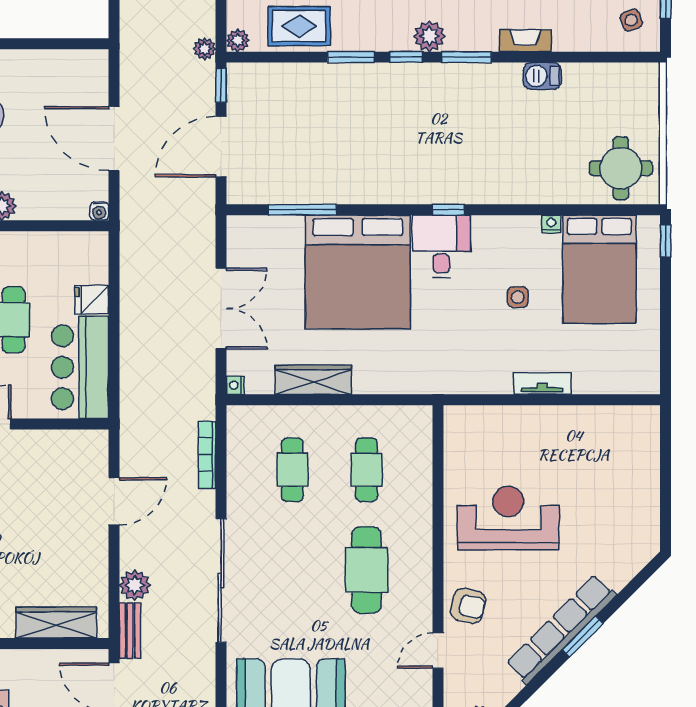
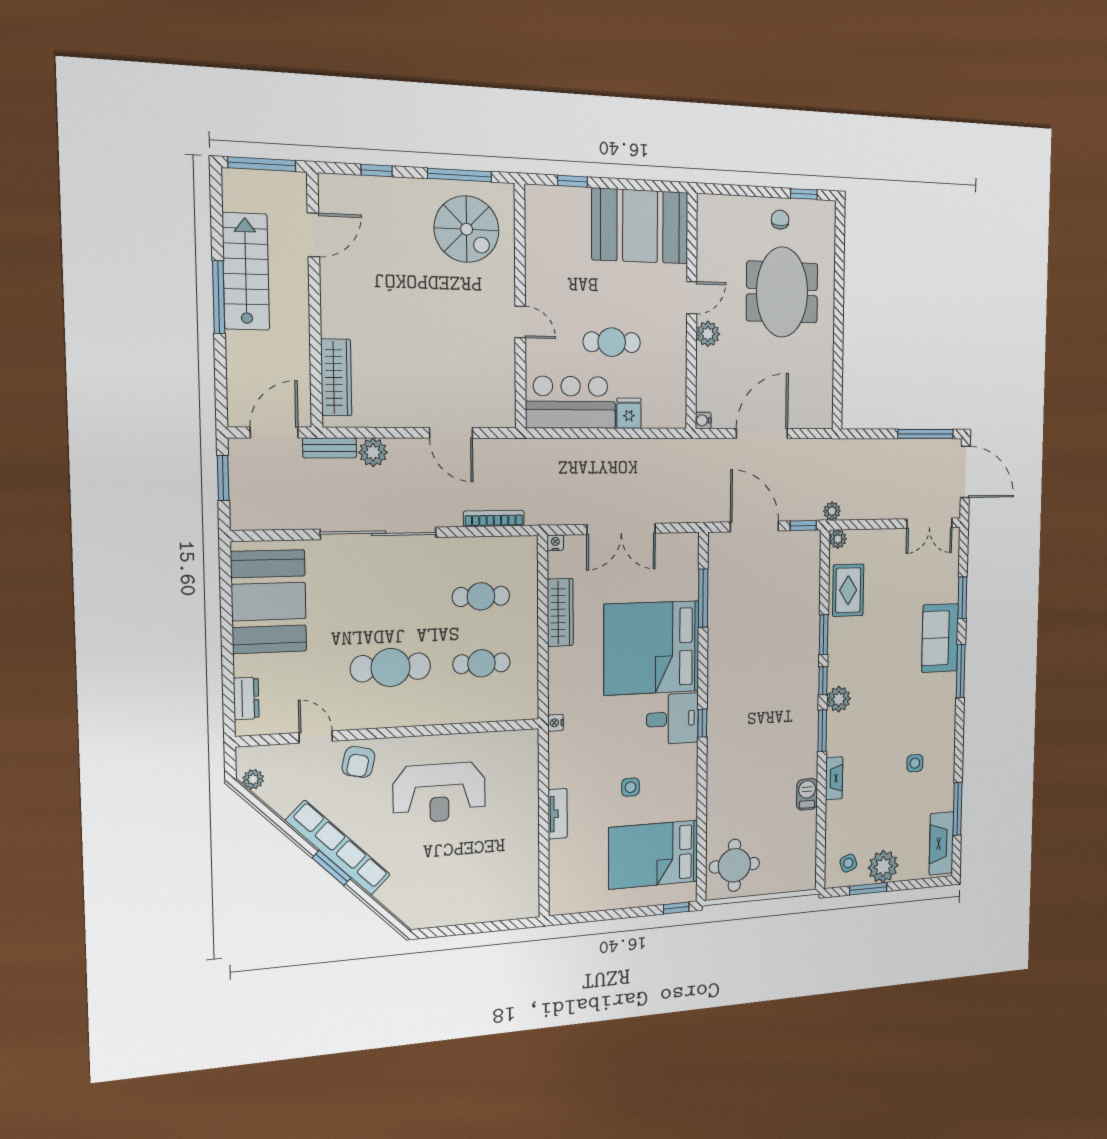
nightstand: (551, 224) -> (556, 723), moved, turned 180
reception desk: (508, 518) -> (439, 793), turned 90

